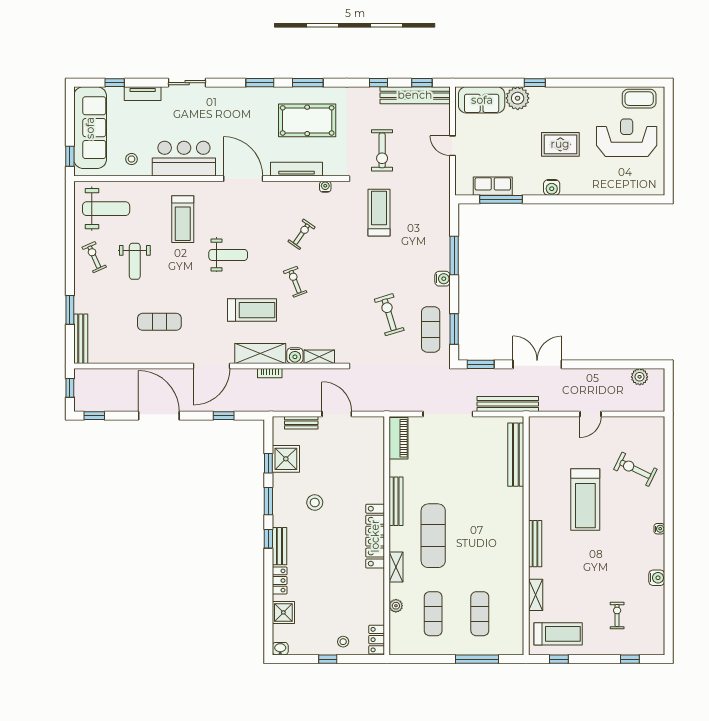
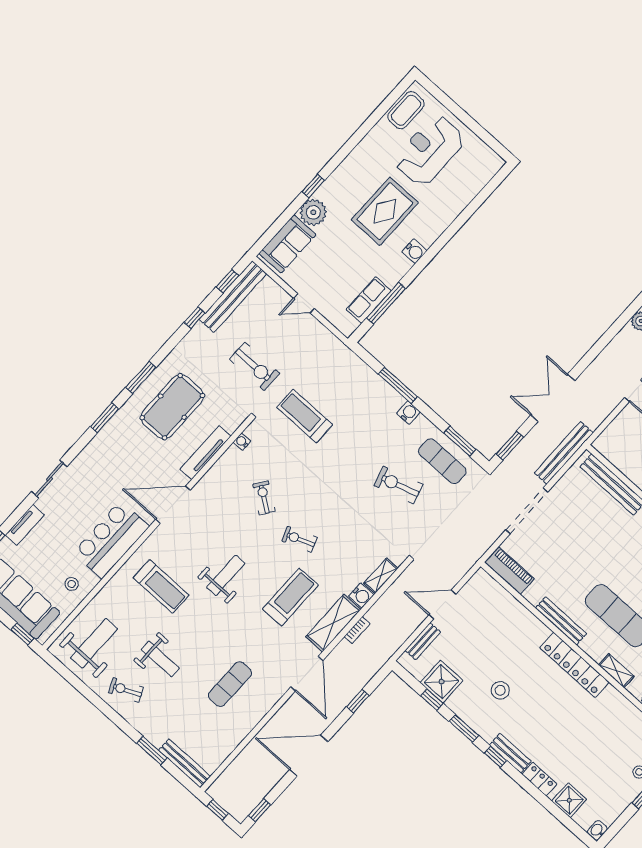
rug: (560, 144) -> (385, 211), width x1.36, depth x1.43

